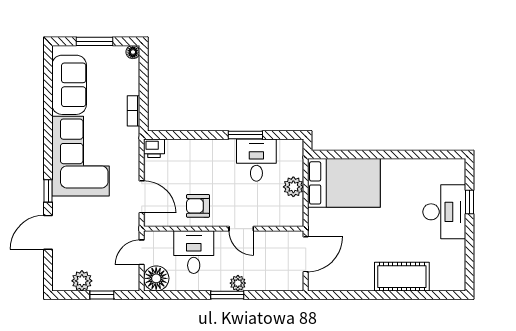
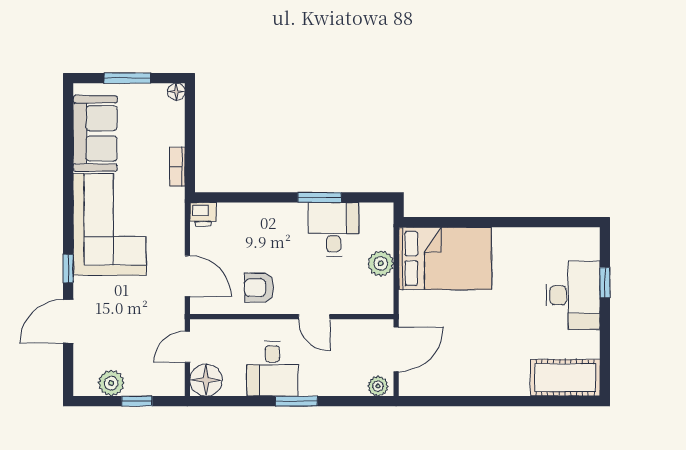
desk: (194, 252) -> (272, 369), moved, turned 180
cot: (402, 277) -> (565, 378), moved
plant: (238, 283) -> (378, 386), moved

